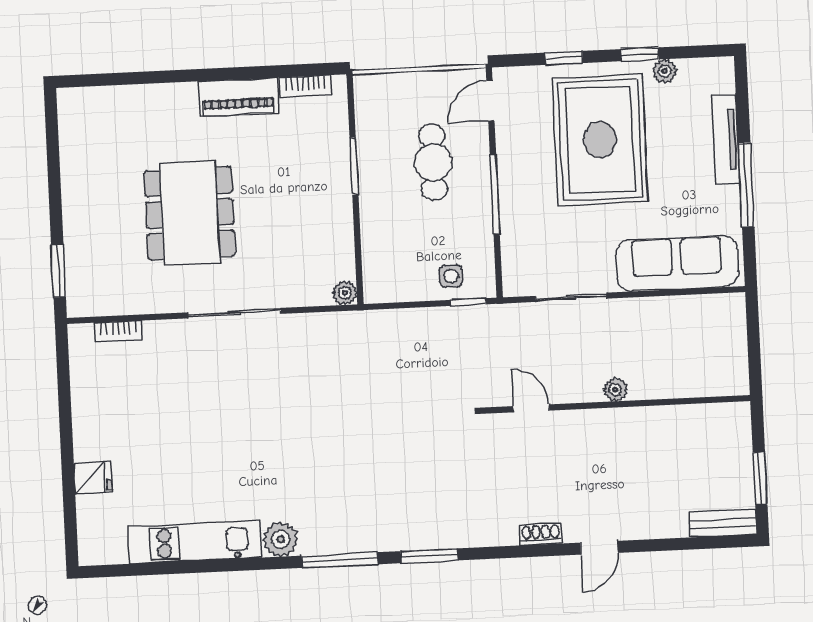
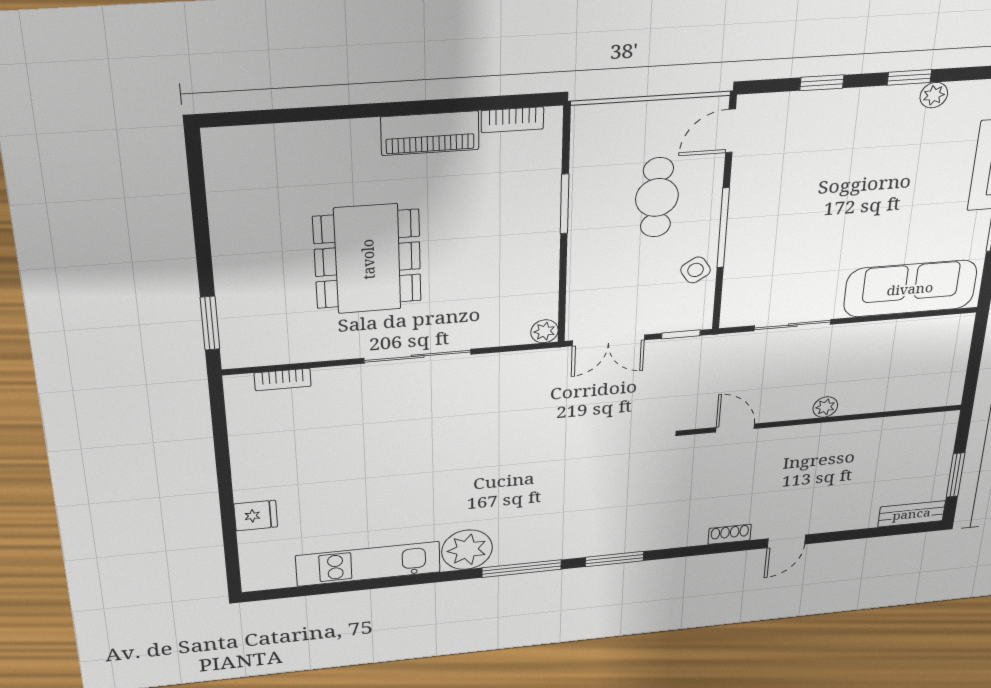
rug: (600, 140) -> (849, 169), removed
side table: (451, 276) -> (696, 270), moved, turned -33
double door: (403, 305) -> (608, 340), added
plant: (281, 539) -> (467, 550), width x1.36, depth x1.36

